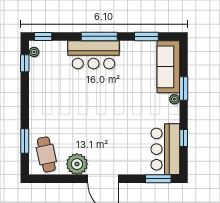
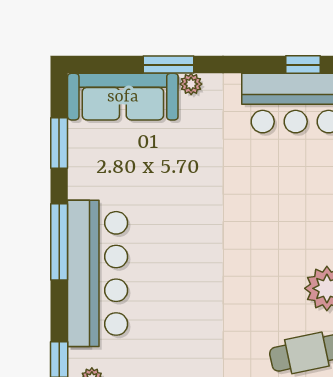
bar counter: (93, 55) -> (98, 273), width x1.36
window: (184, 138) -> (303, 65), moved

